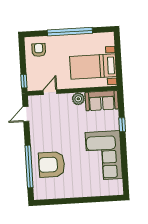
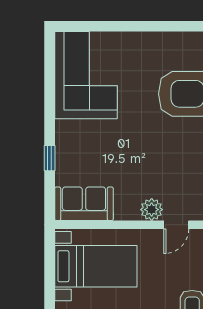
plant: (78, 99) -> (152, 210), moved
corner sofa: (104, 156) -> (86, 75), moved

